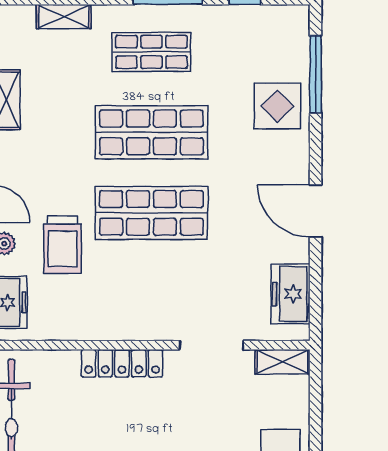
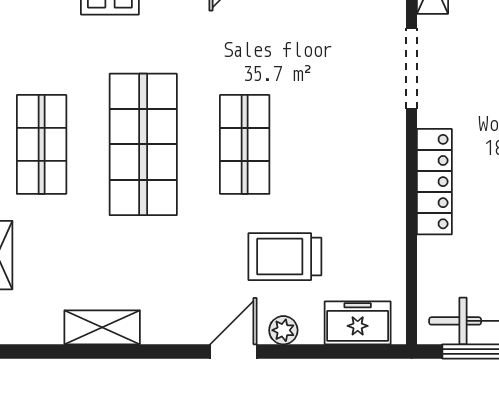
shop shelf: (151, 213) -> (245, 144), width x0.70, depth x0.74
trolley: (63, 245) -> (285, 257), turned 180

